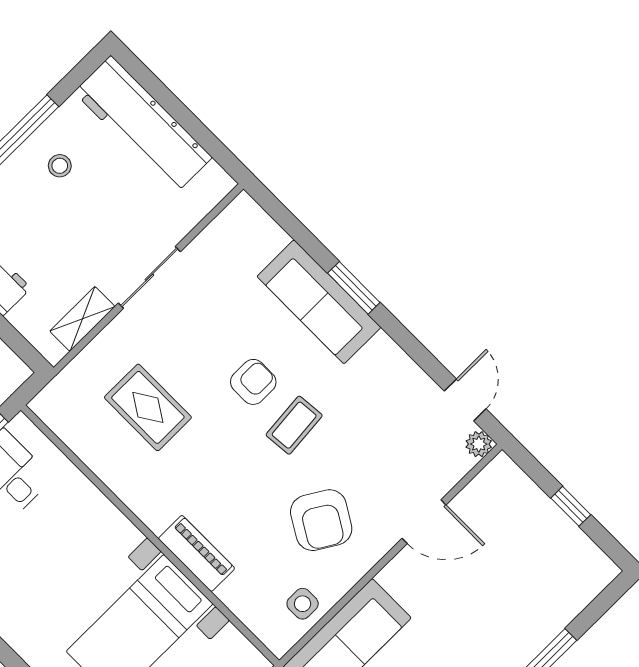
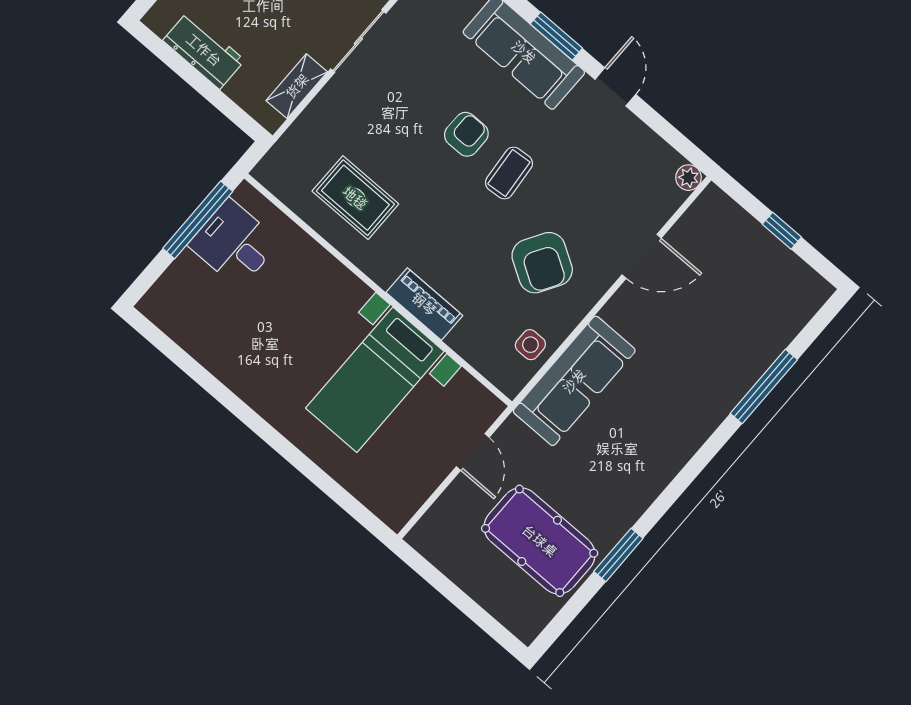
door: (465, 400) -> (615, 87), moved
rug: (148, 407) -> (355, 198), moved

